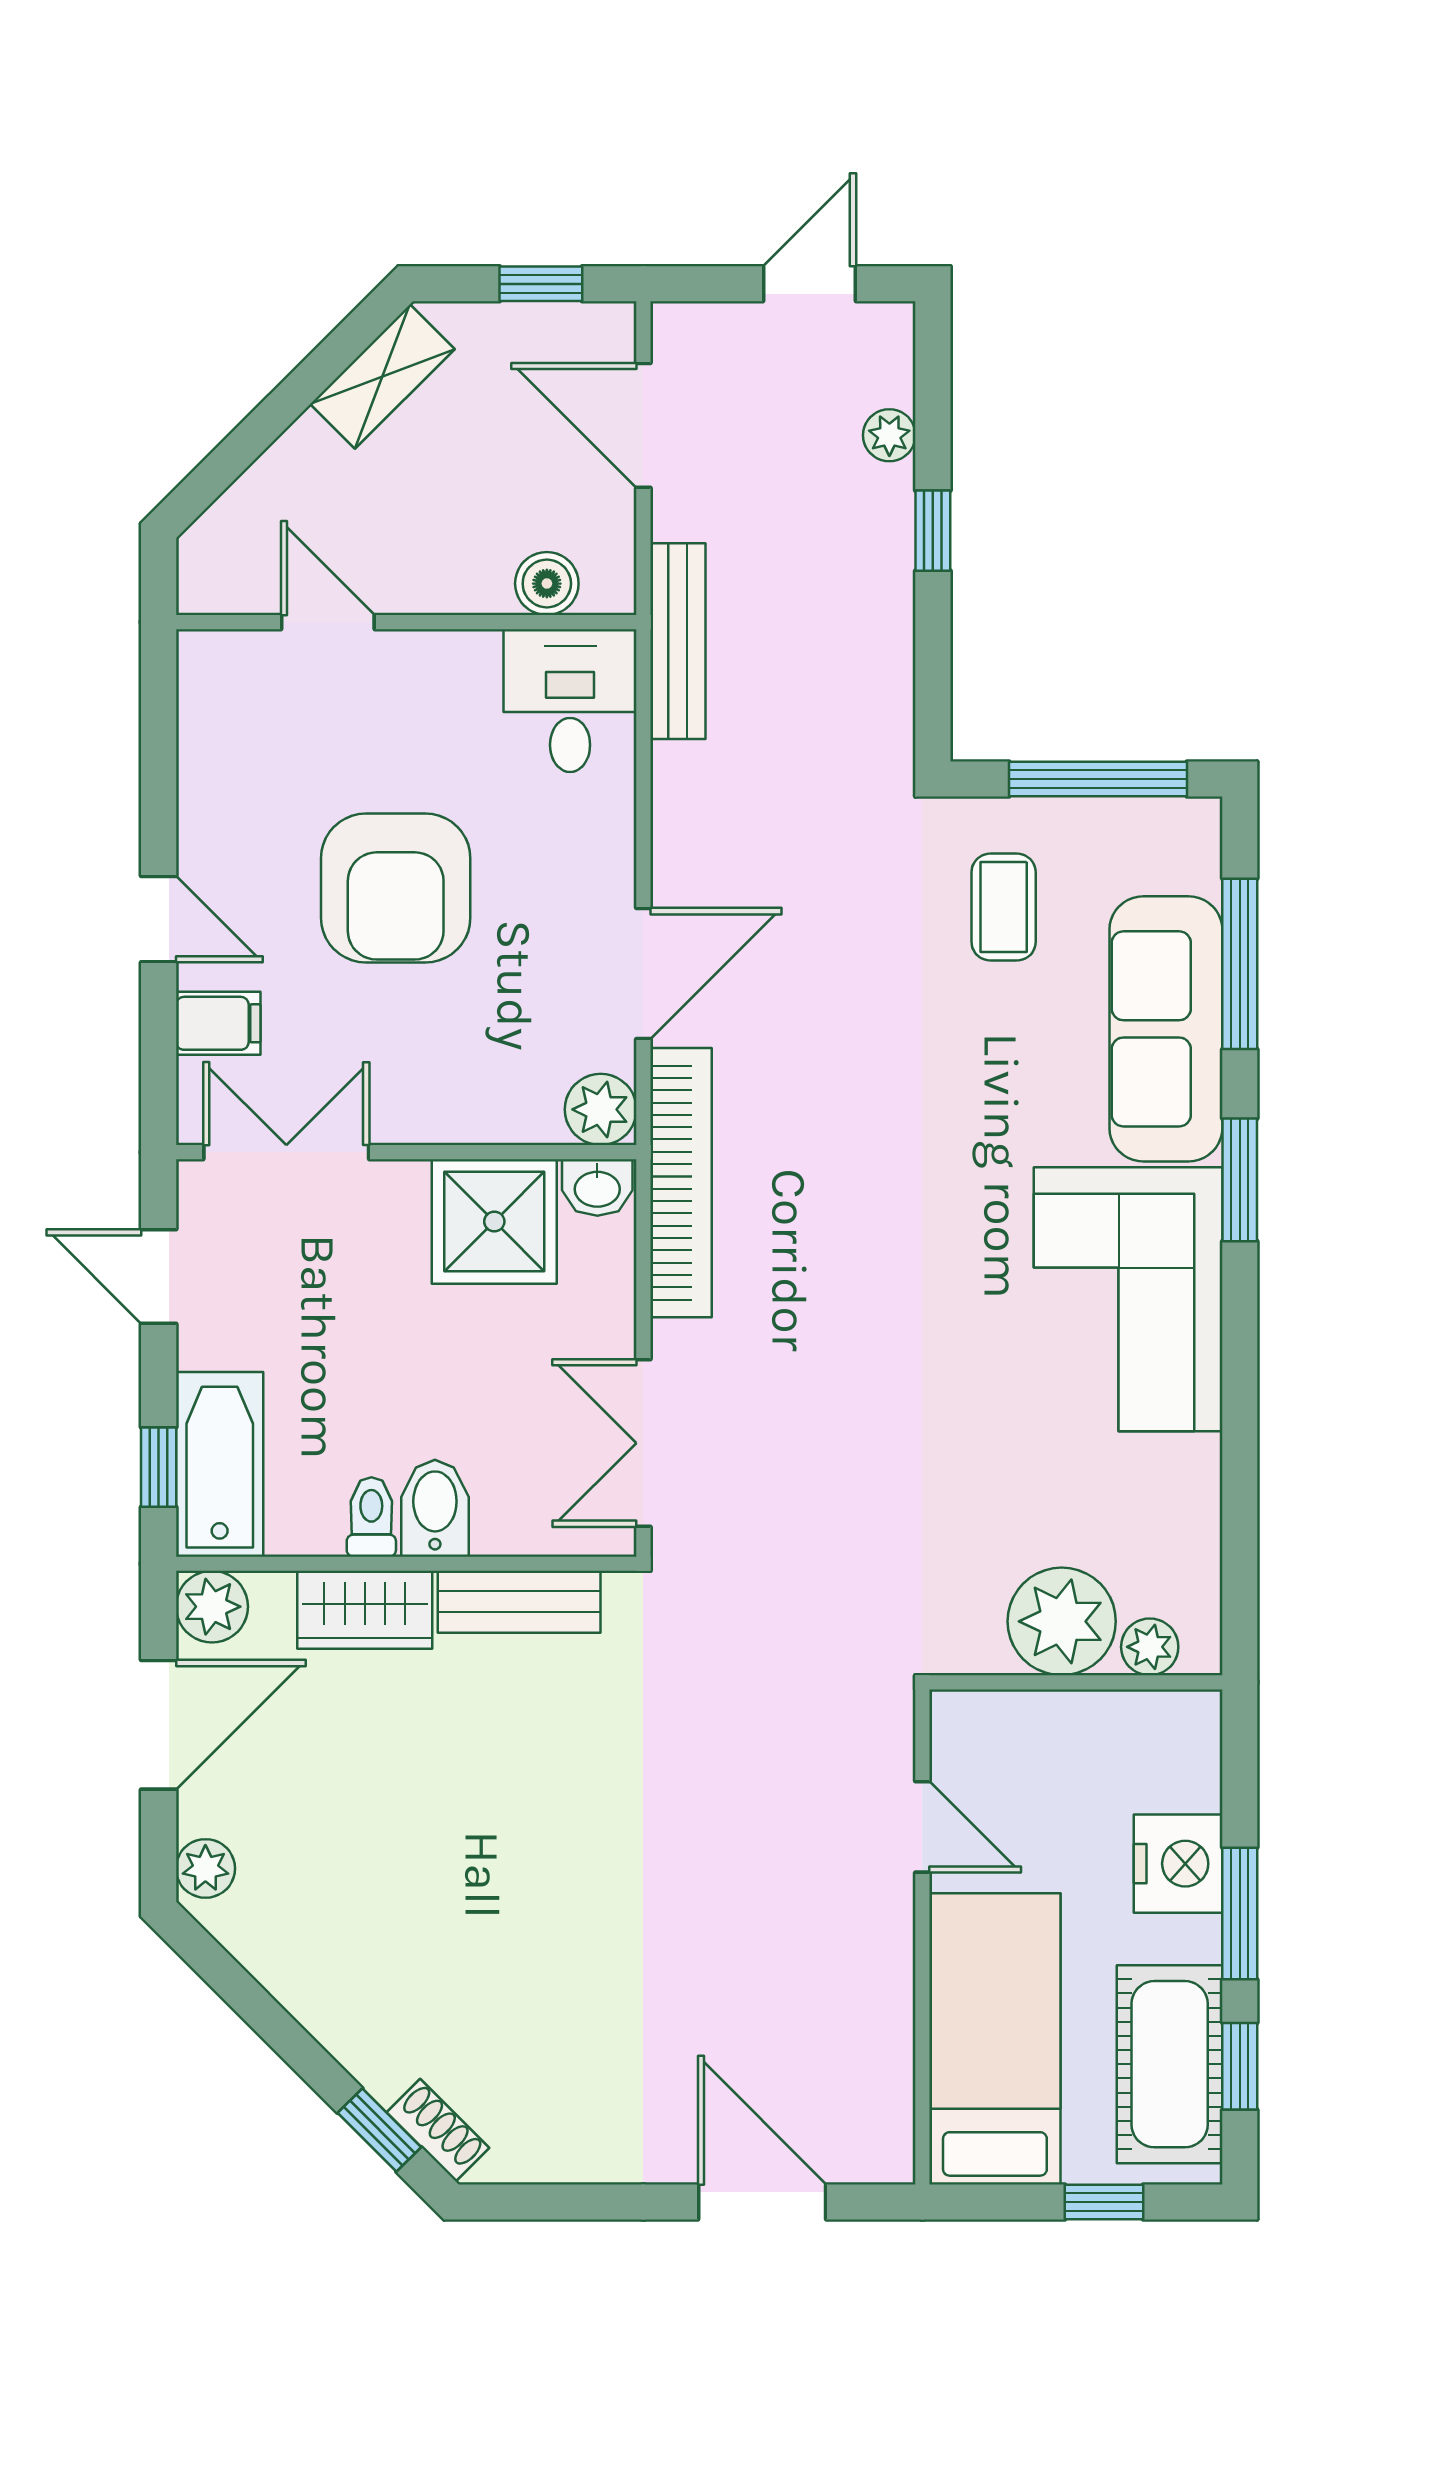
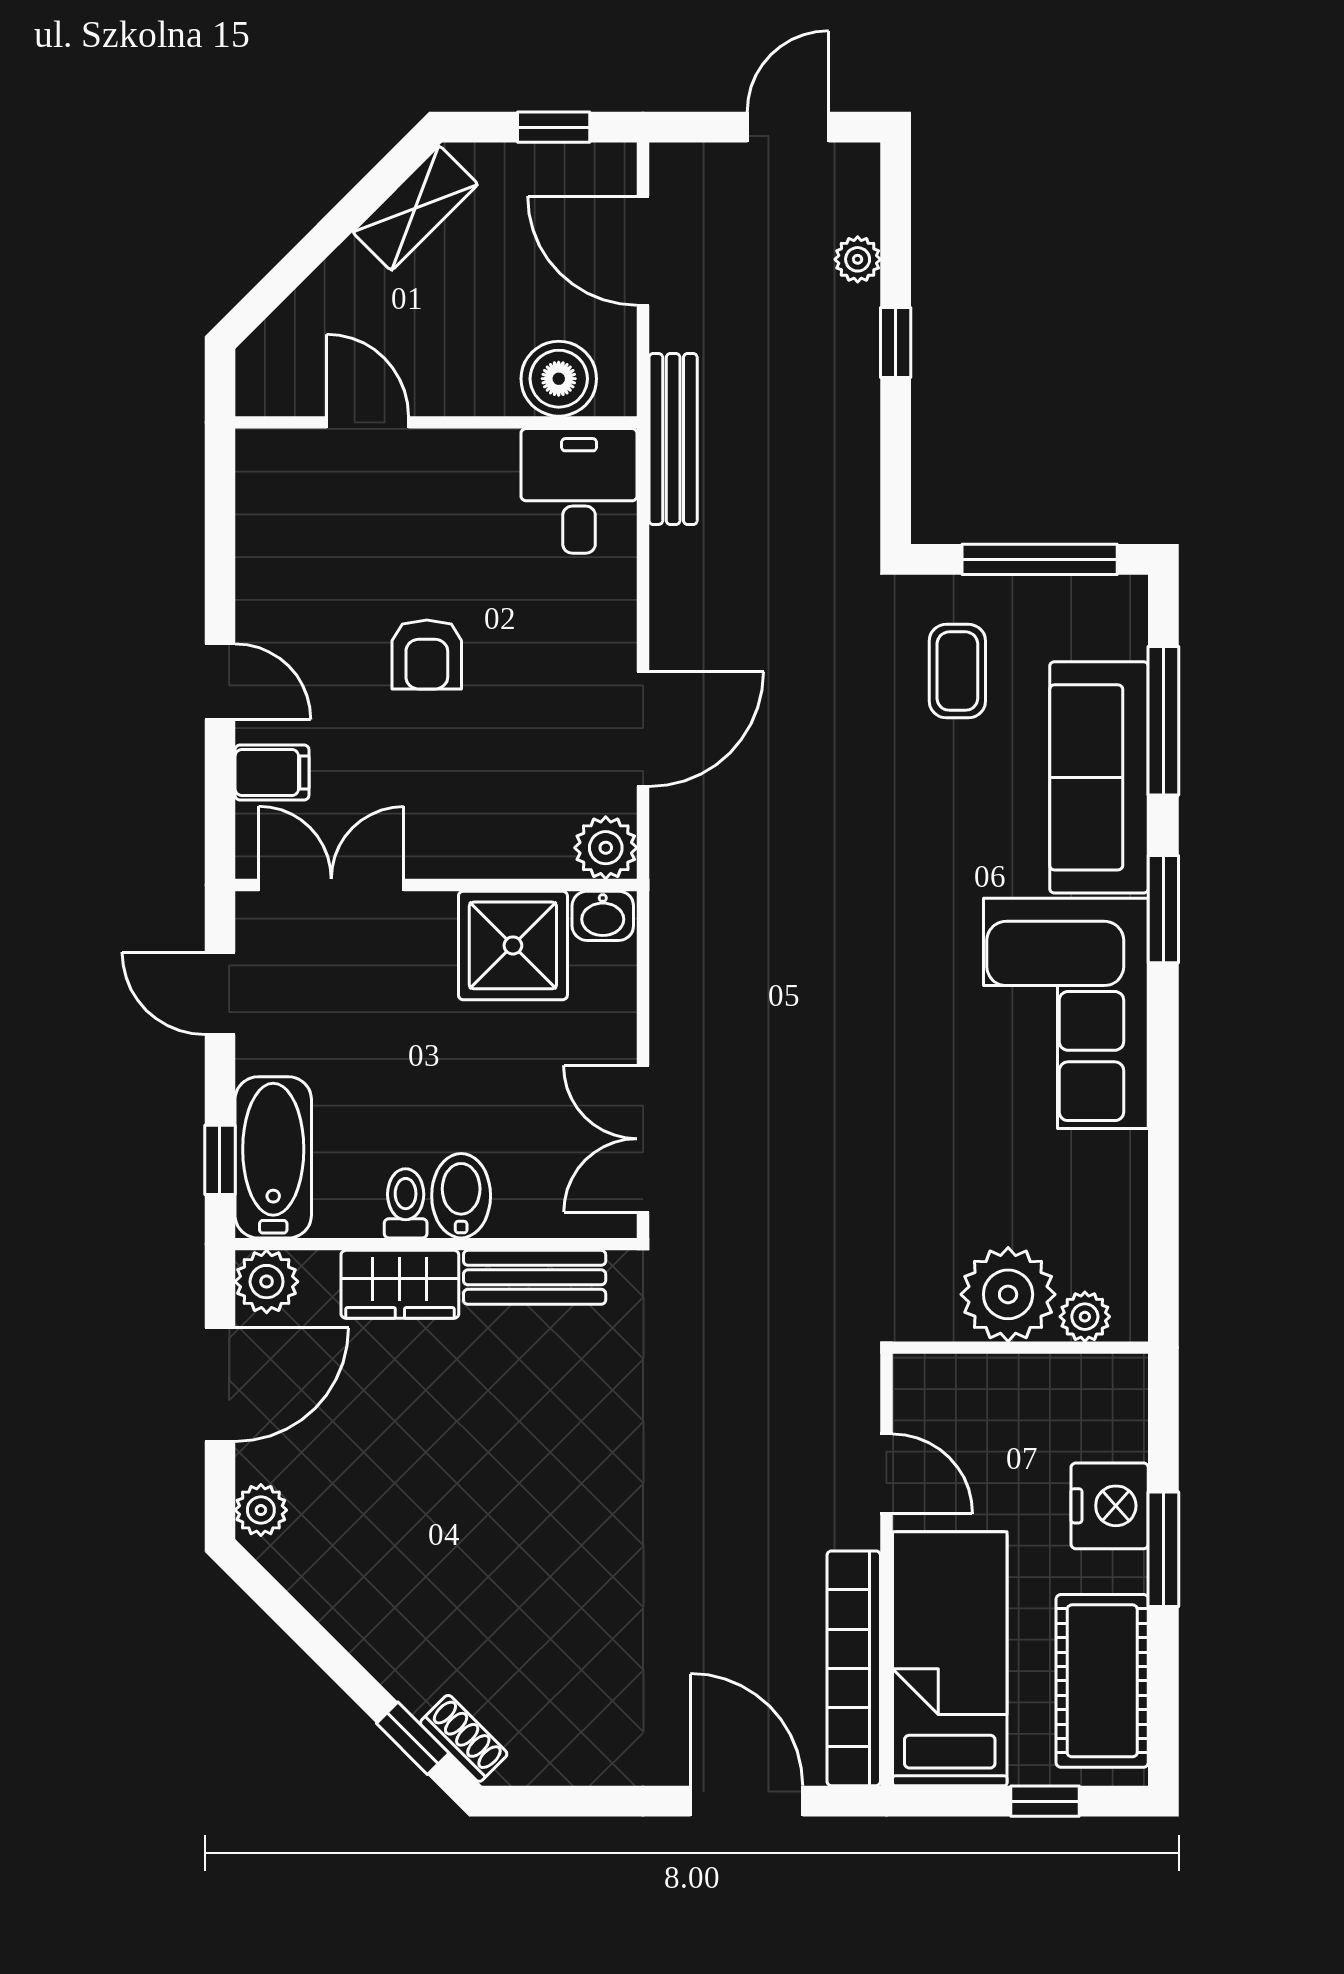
boiler: (547, 584) -> (559, 379), width x1.36, depth x1.36
armchair: (396, 888) -> (427, 654), width x0.53, depth x0.53
bookcase: (681, 1183) -> (854, 1668), moved, turned 180
window: (1240, 2066) -> (1163, 1683), removed

